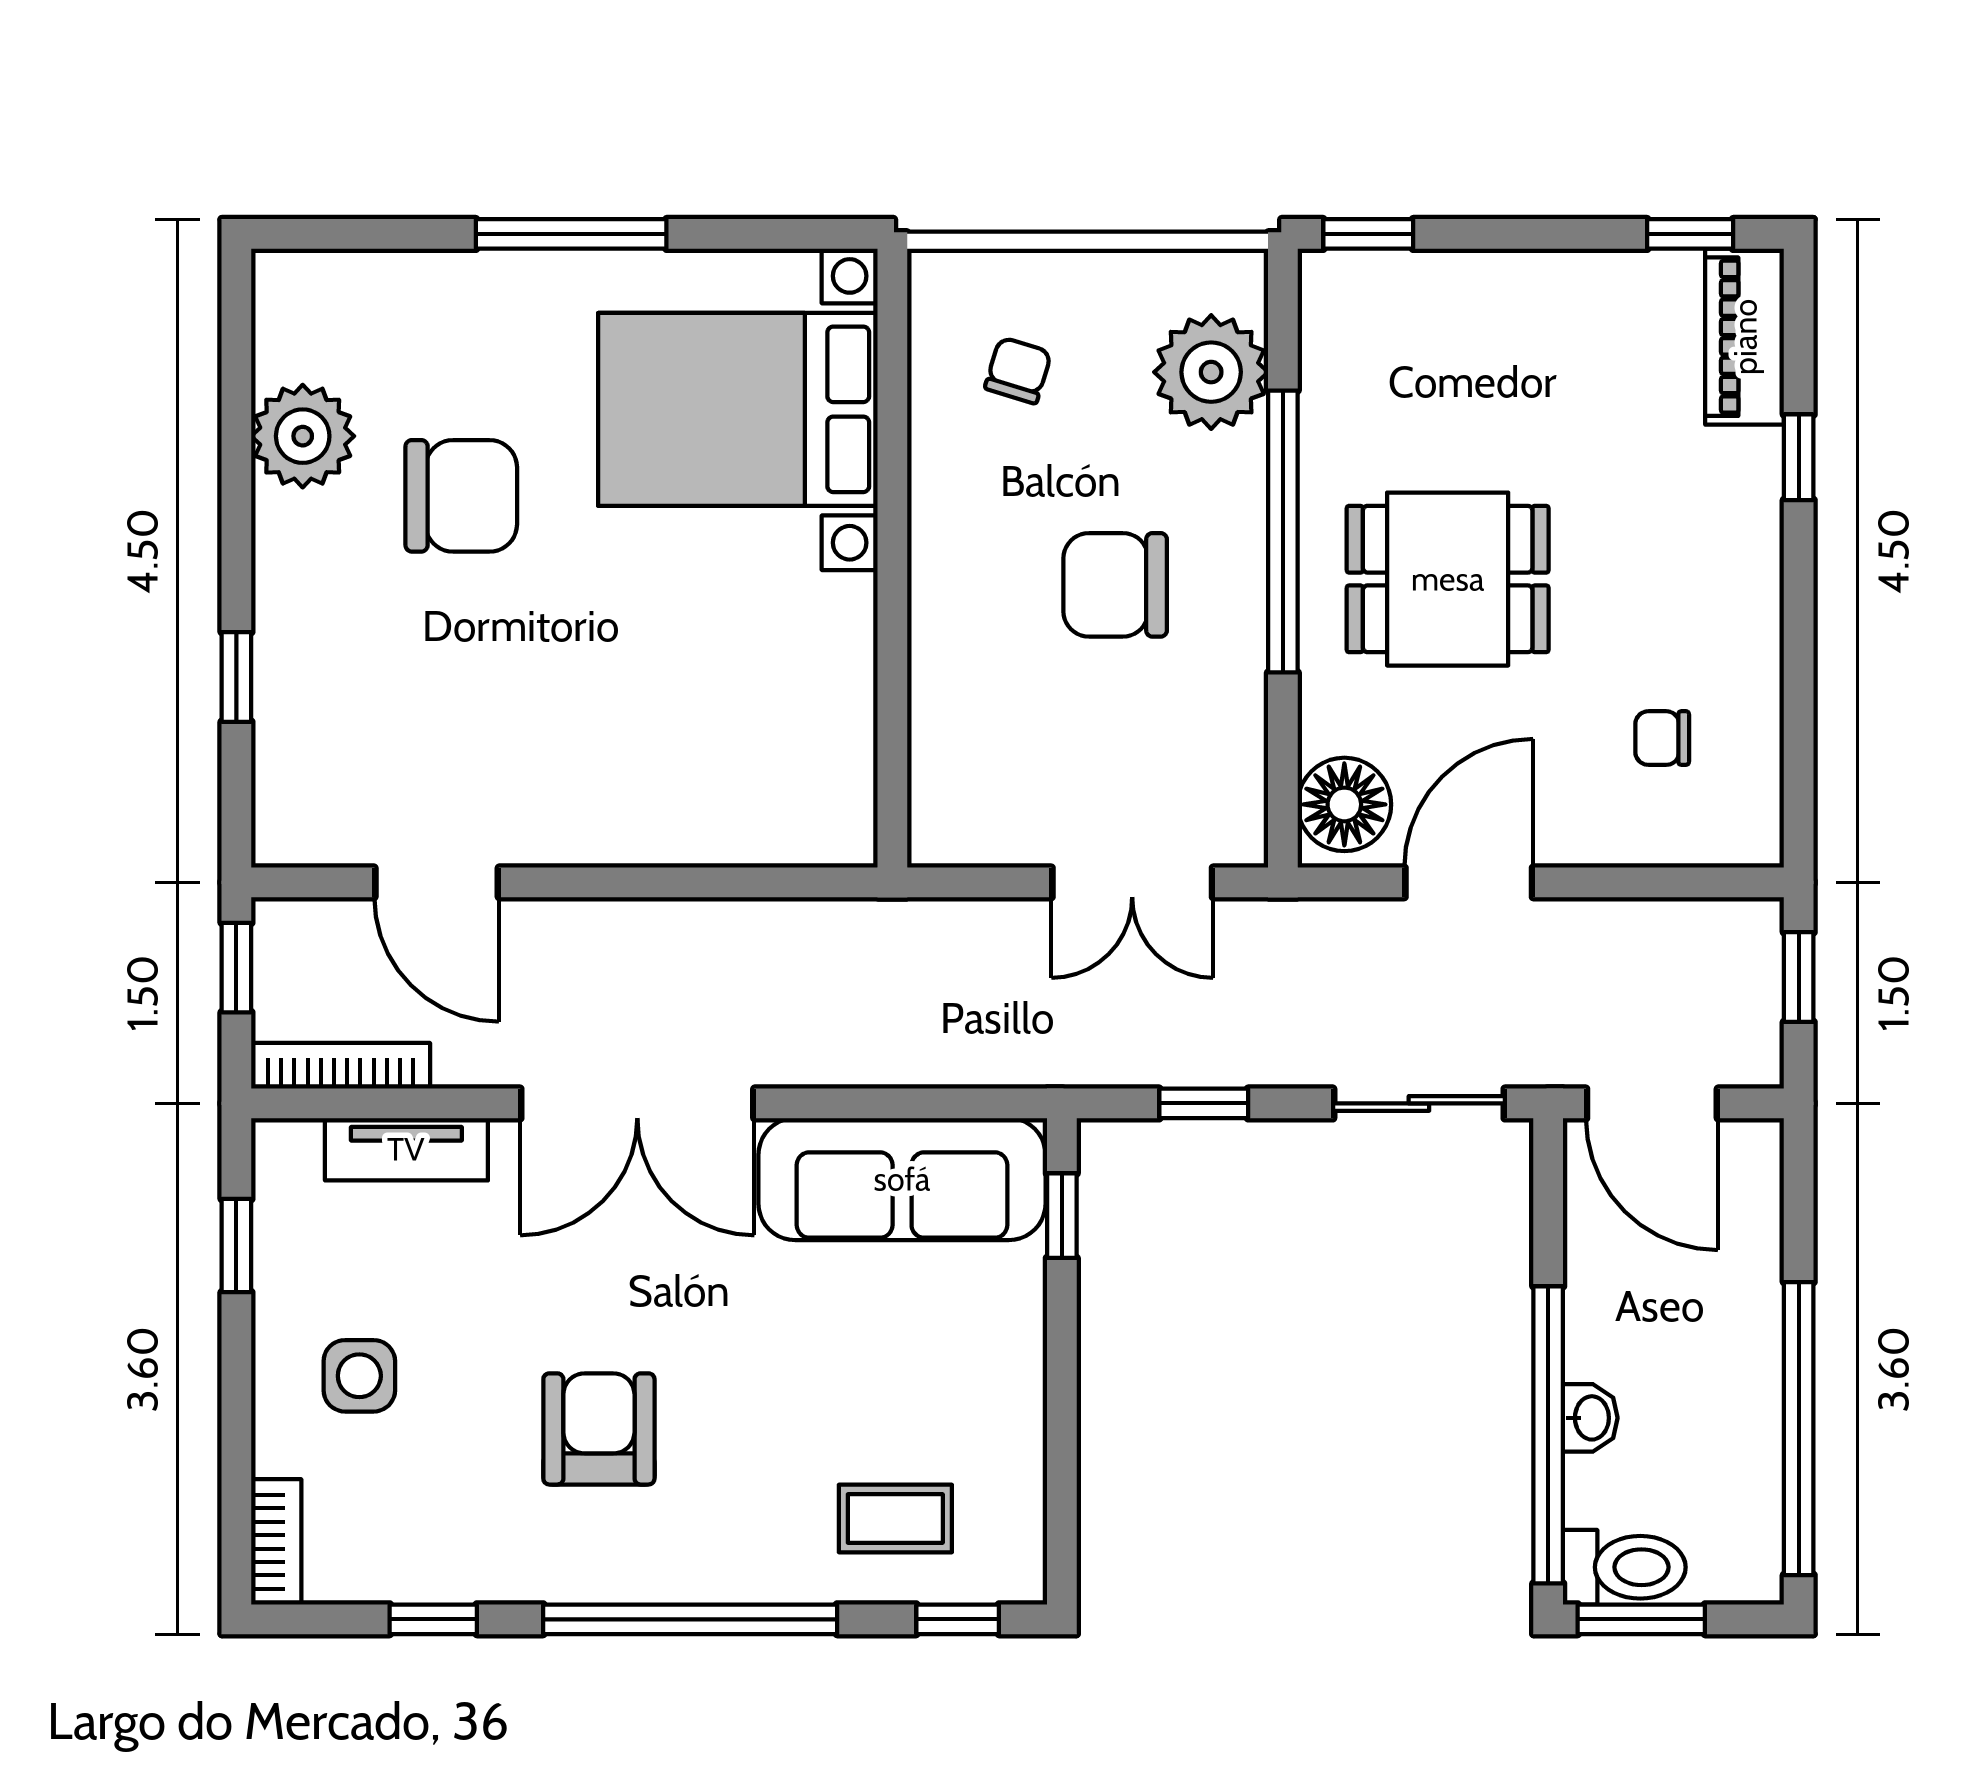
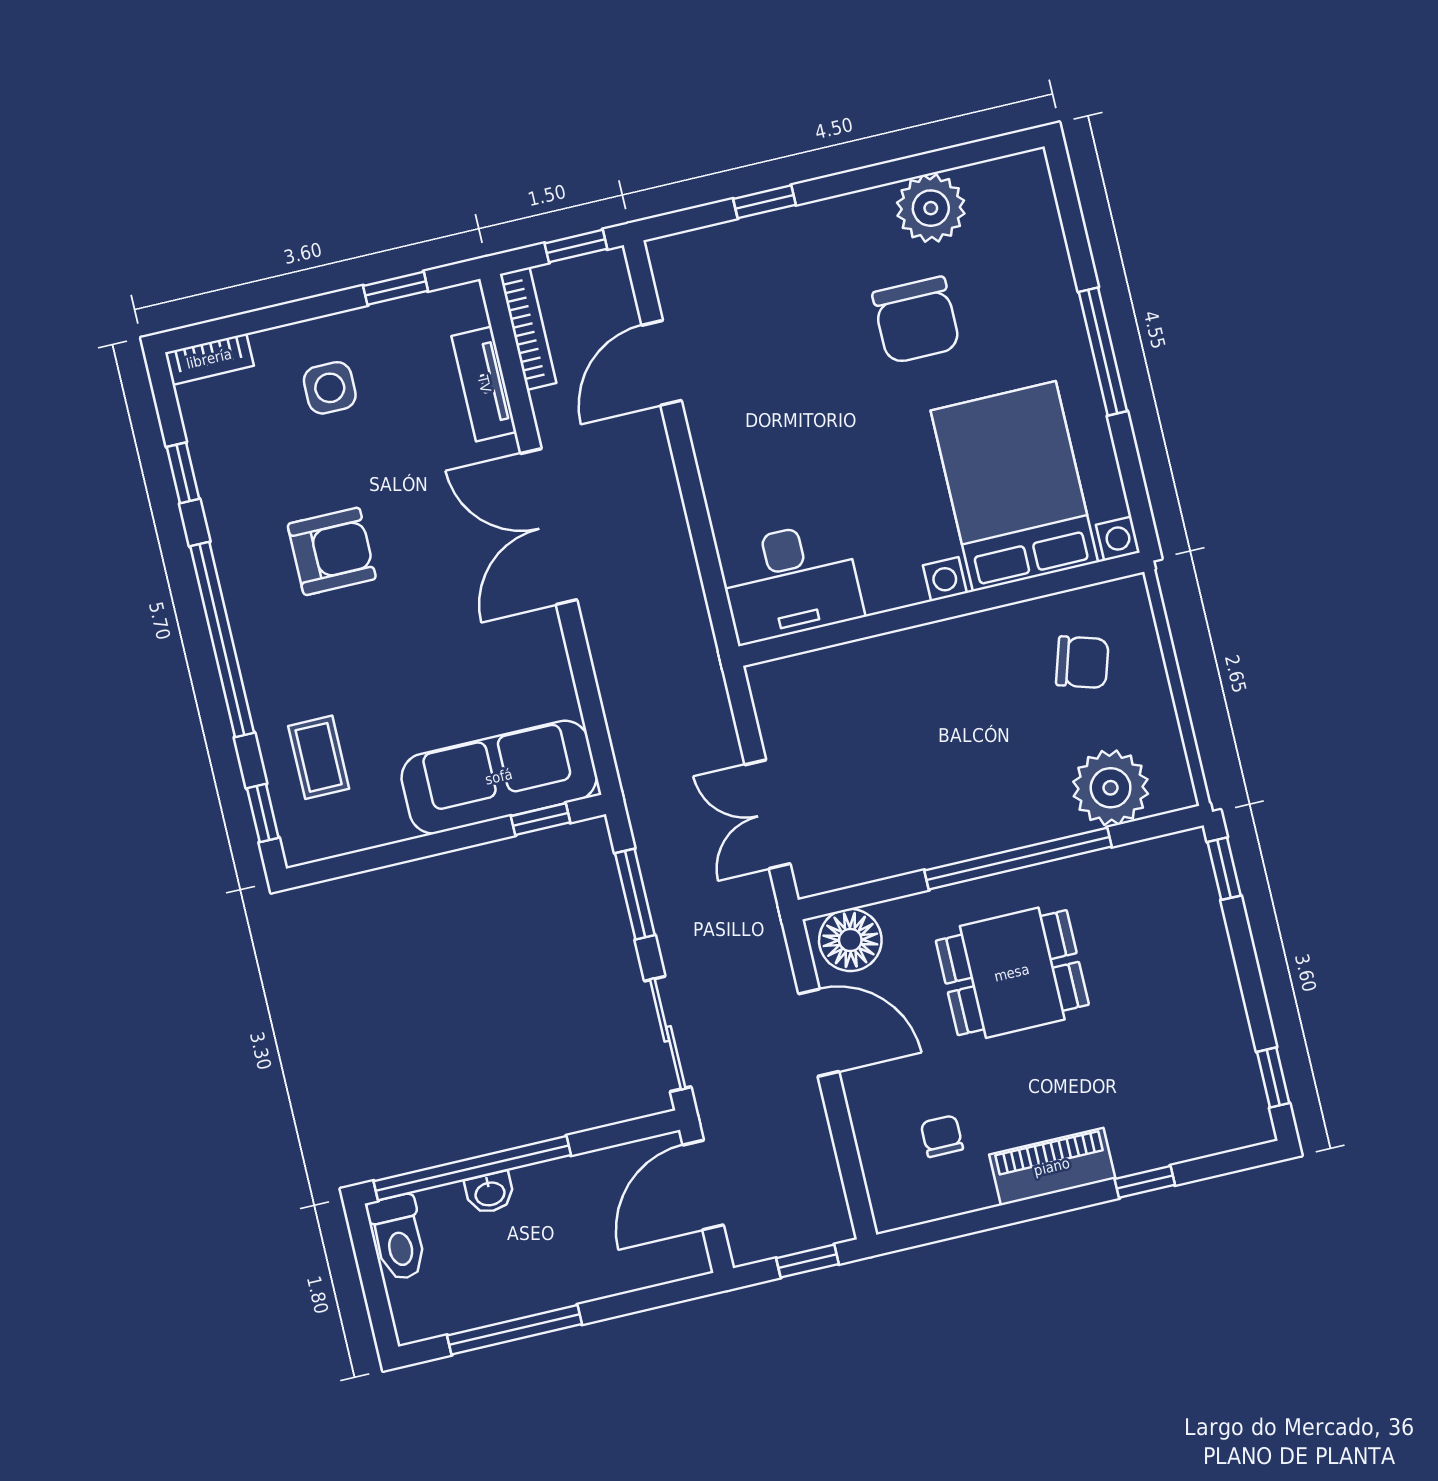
piano: (1745, 337) -> (1052, 1167), moved
chair: (1018, 370) -> (1082, 662), width x1.37, depth x1.37
dining table: (1448, 579) -> (1012, 973), turned 90
chair: (1115, 585) -> (958, 758), removed
desk: (800, 769) -> (790, 582), added
window: (1204, 1103) -> (635, 894), width x1.50
sofa: (902, 1179) -> (499, 777), moved, turned 90
window: (1799, 1429) -> (515, 1330), width x0.68
window: (1641, 1619) -> (367, 1257), removed

